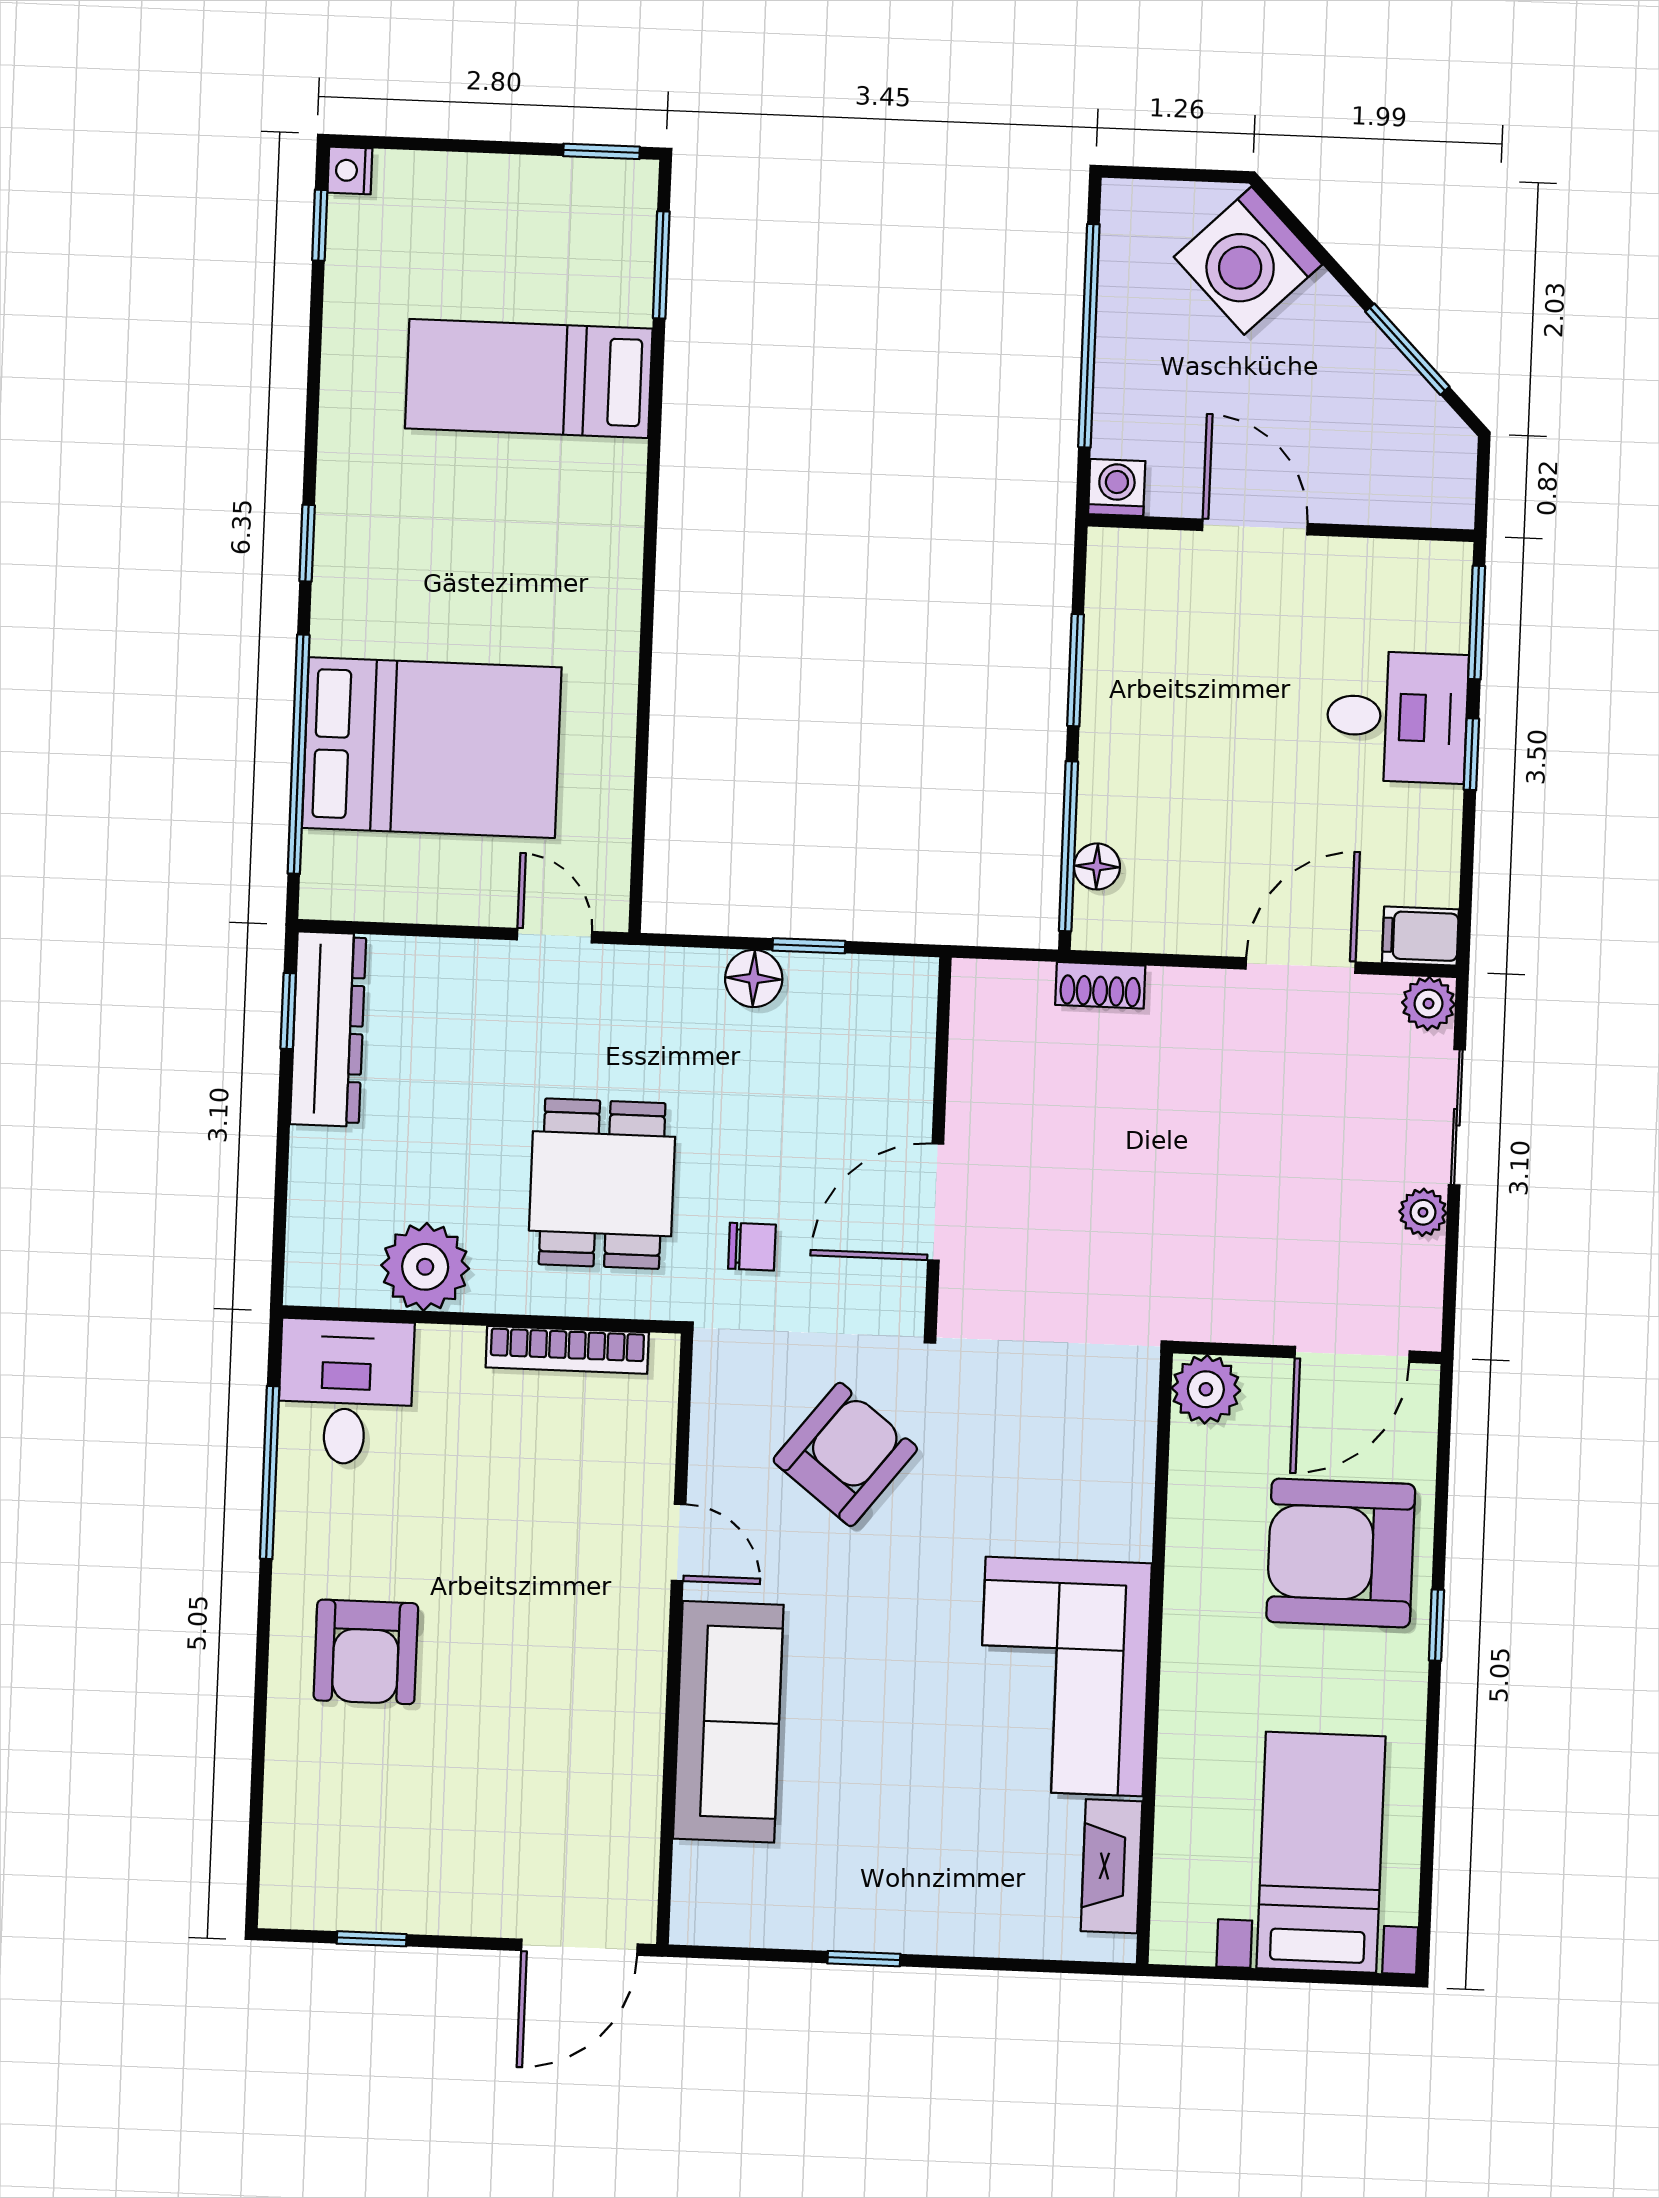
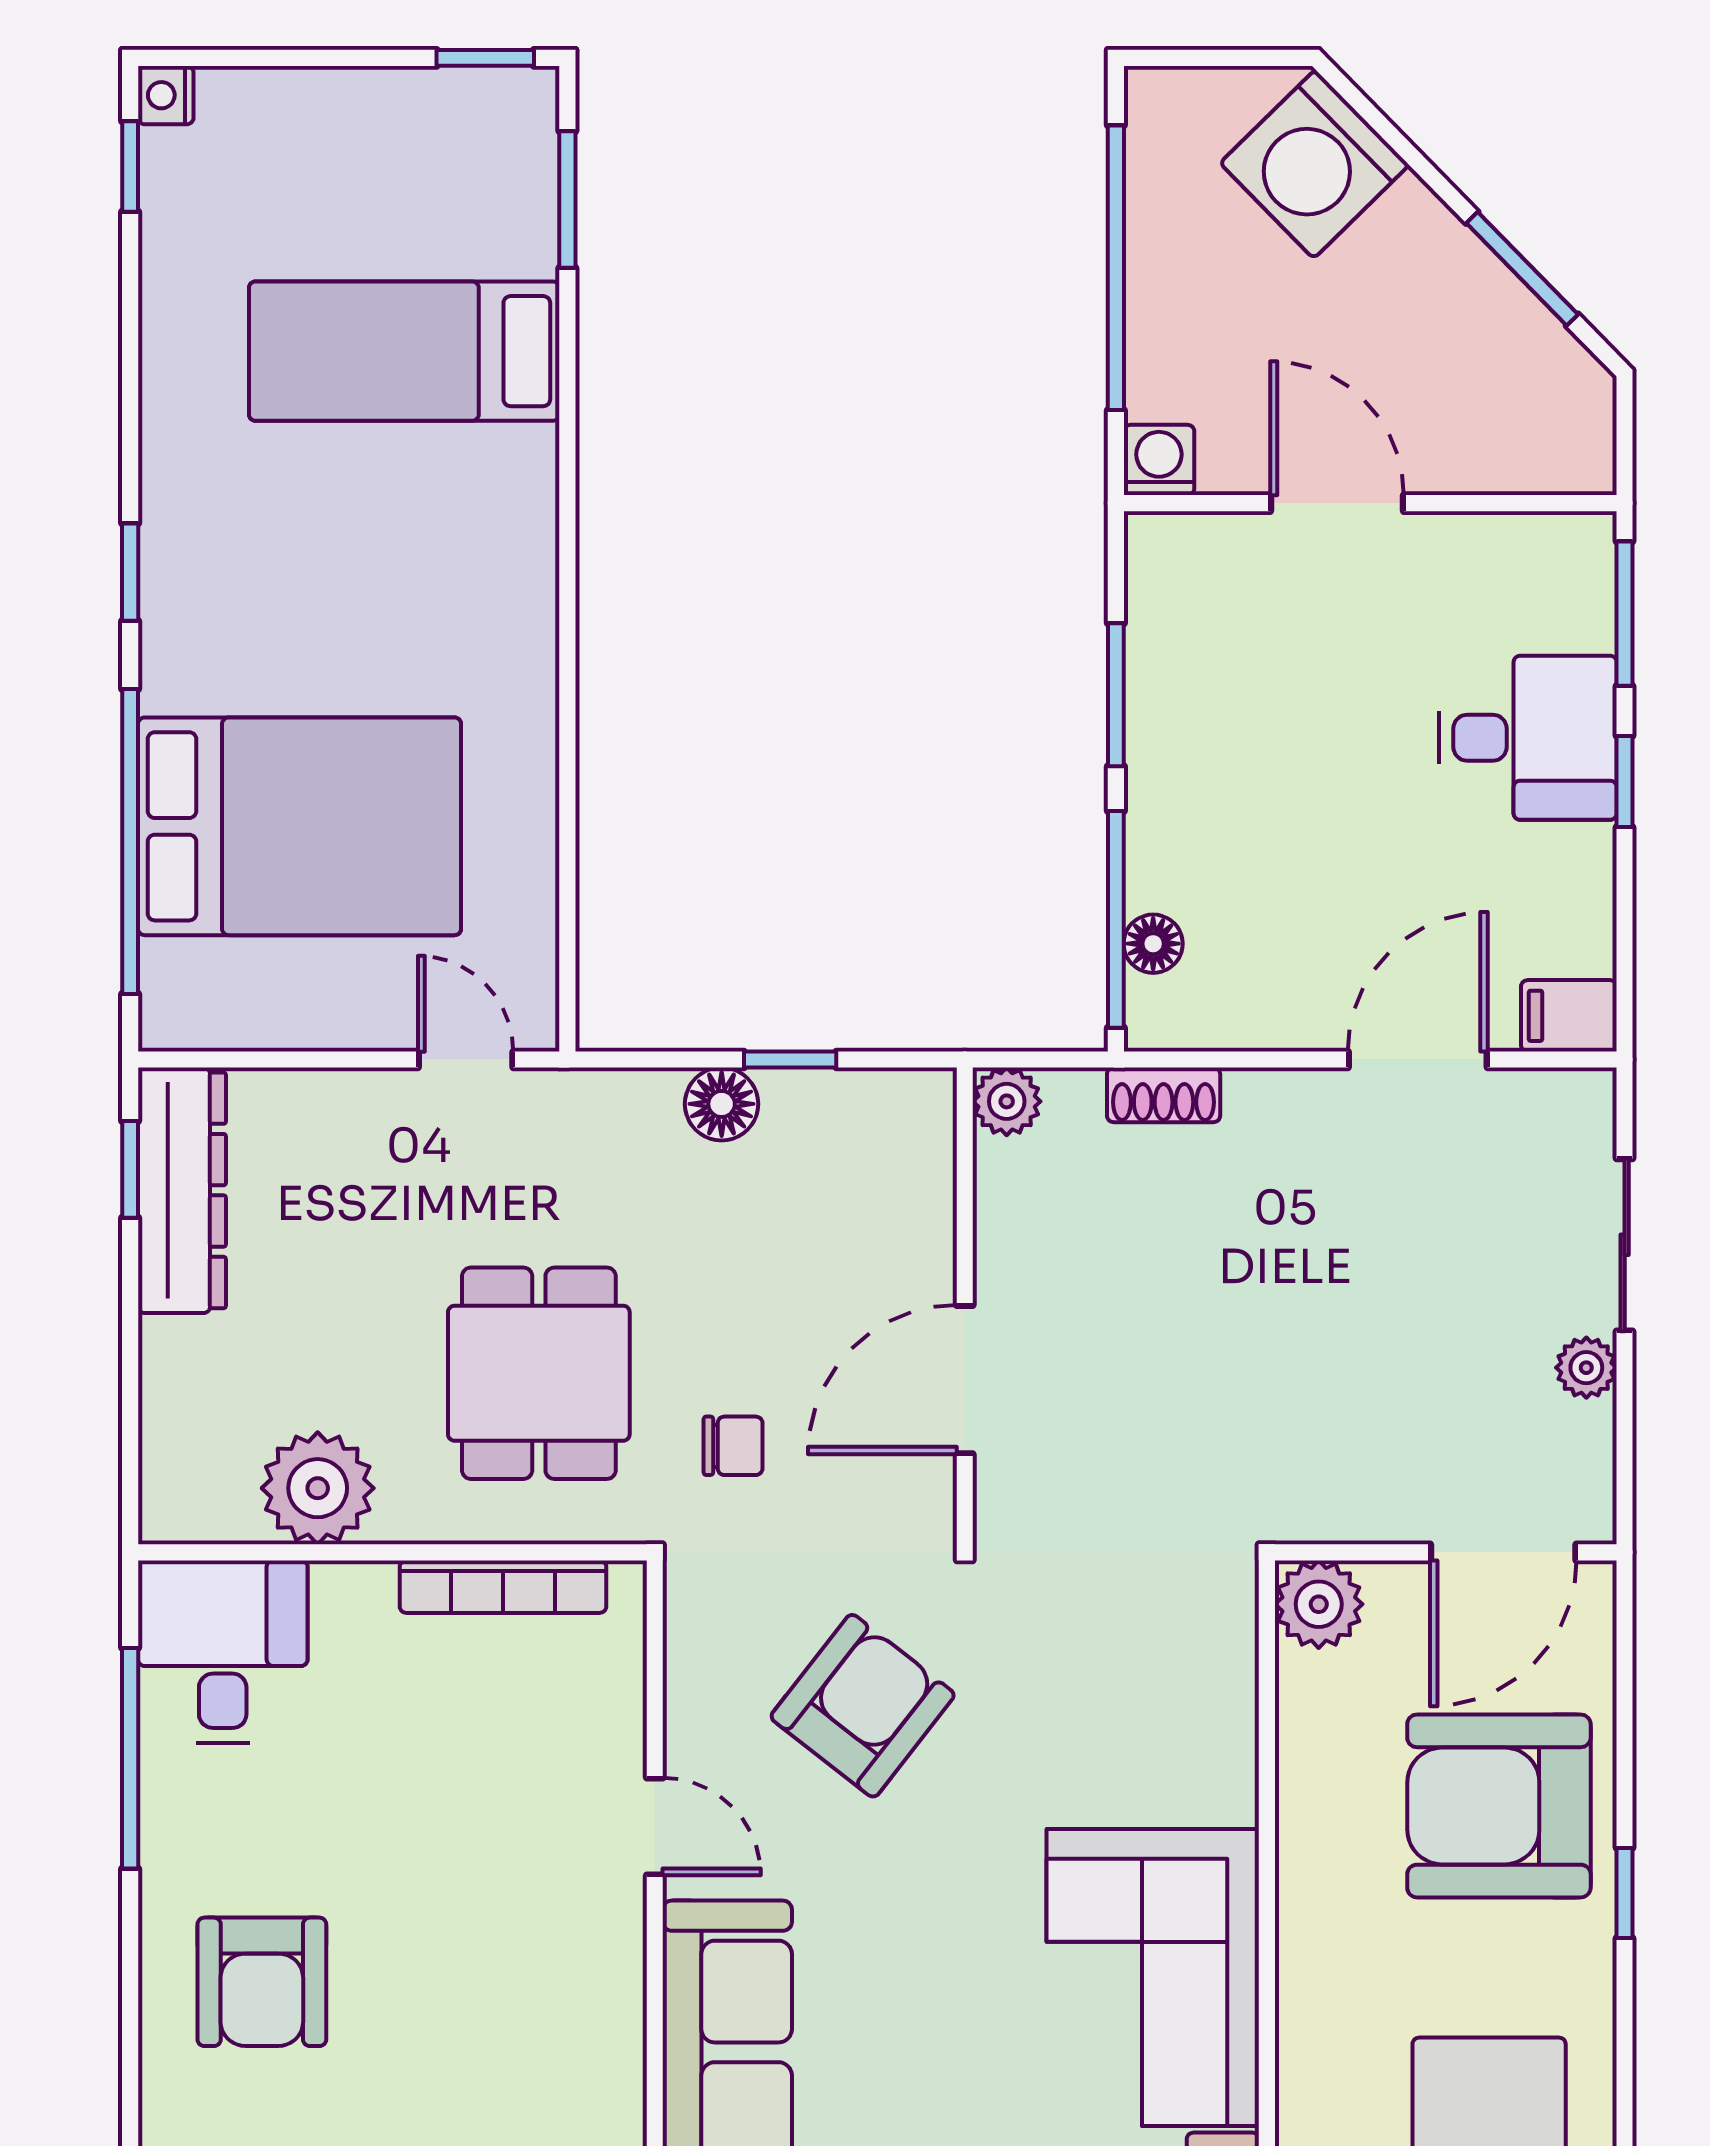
plant: (1428, 1004) -> (1007, 1101), moved

